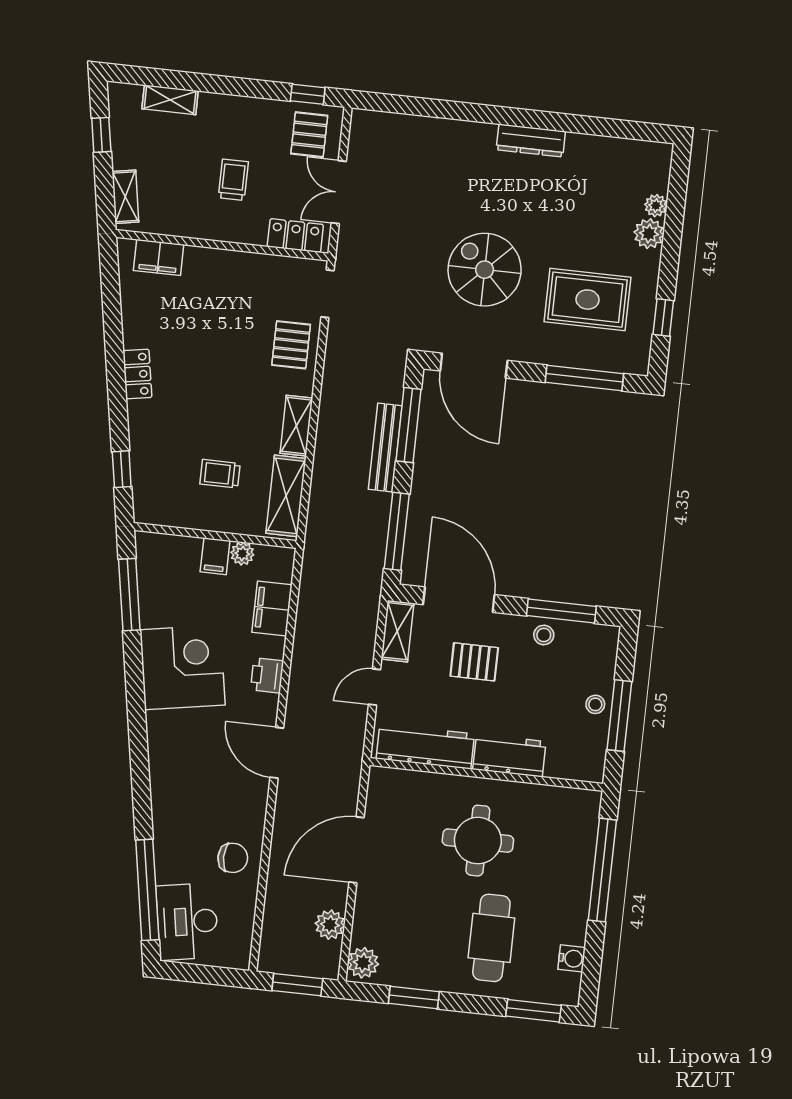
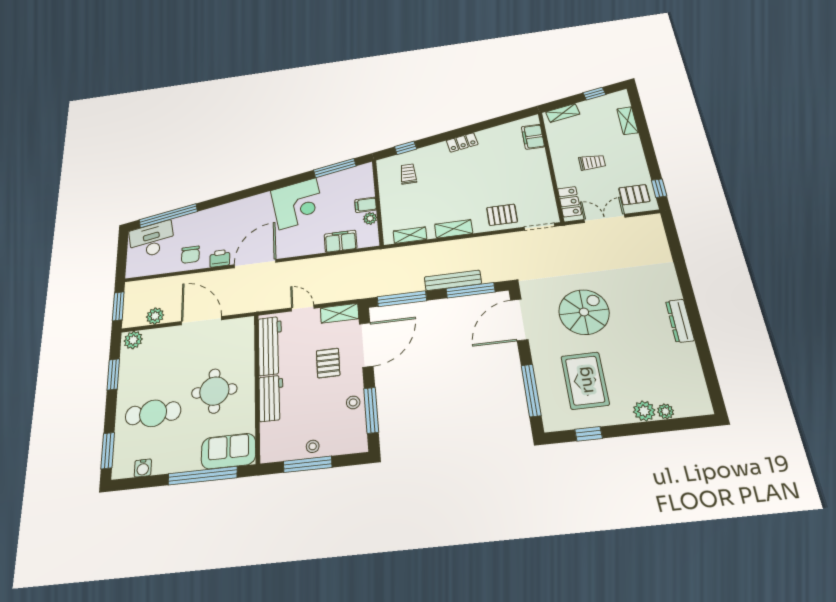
trolley: (220, 474) -> (408, 174), moved
shelving: (286, 496) -> (410, 235), width x0.67, depth x0.75
printer: (267, 675) -> (220, 258), moved
door: (277, 753) -> (255, 264), width x1.36
sofa: (575, 828) -> (228, 451), added

